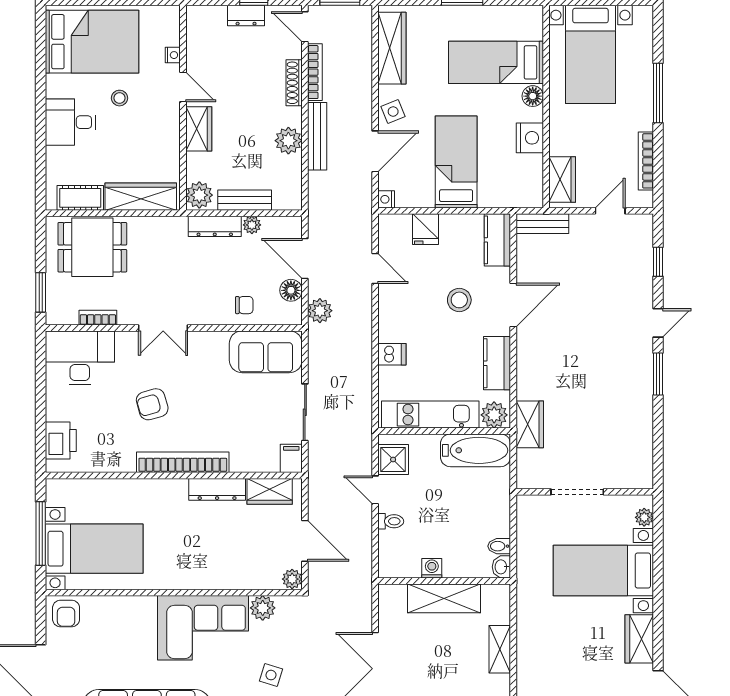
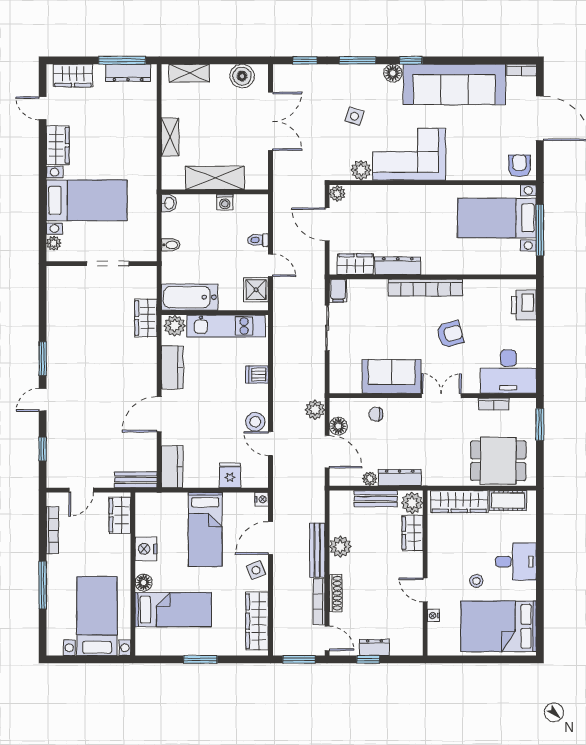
wardrobe: (199, 129) -> (413, 533), moved
stool: (459, 300) -> (255, 422), moved
sofa: (266, 352) -> (392, 377), moved
bidet: (499, 546) -> (171, 245), moved

